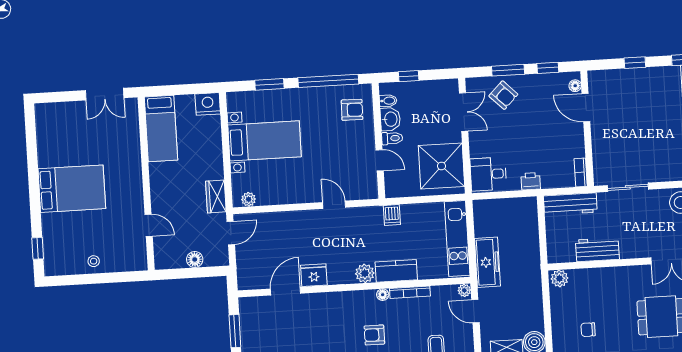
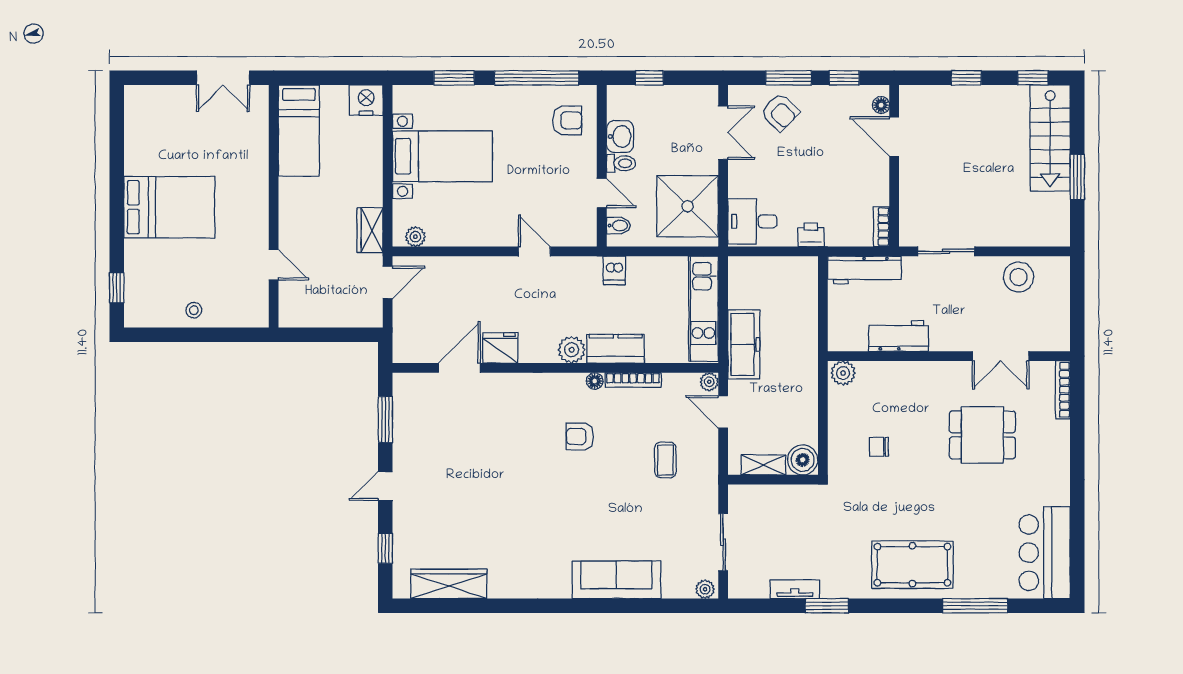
bidet: (388, 101) -> (618, 226), moved
floor lamp: (195, 259) -> (335, 316), removed

